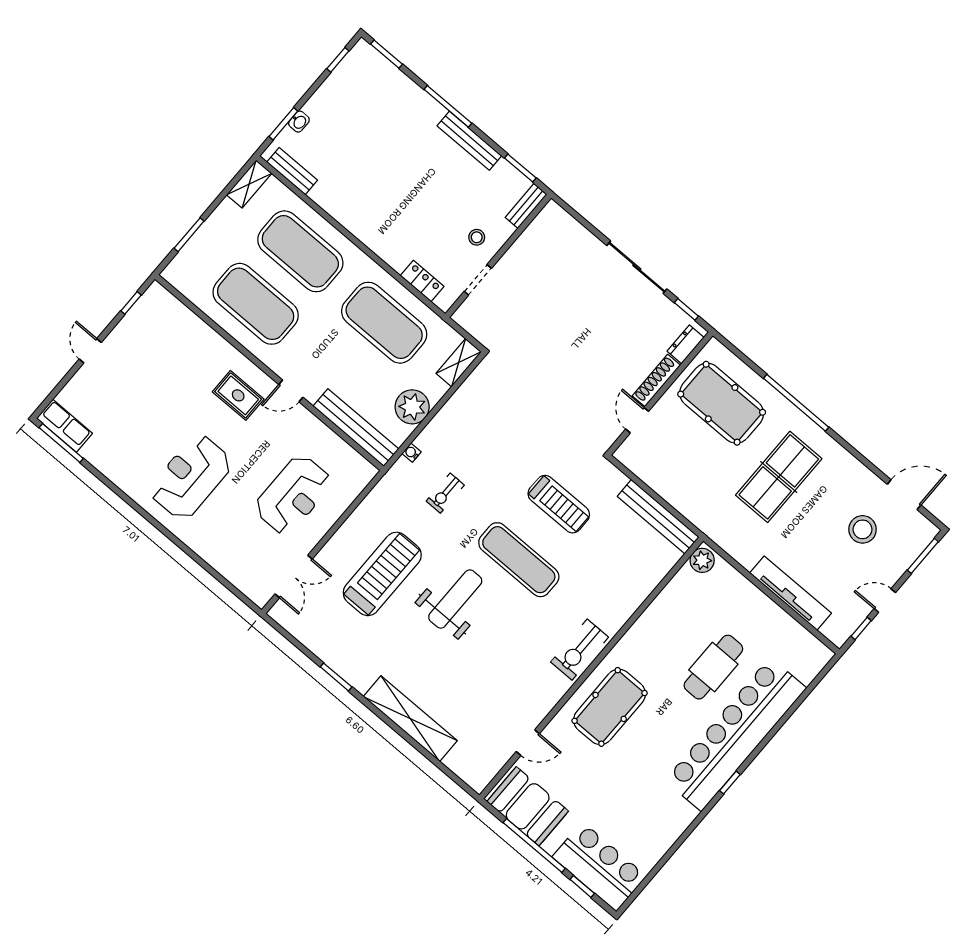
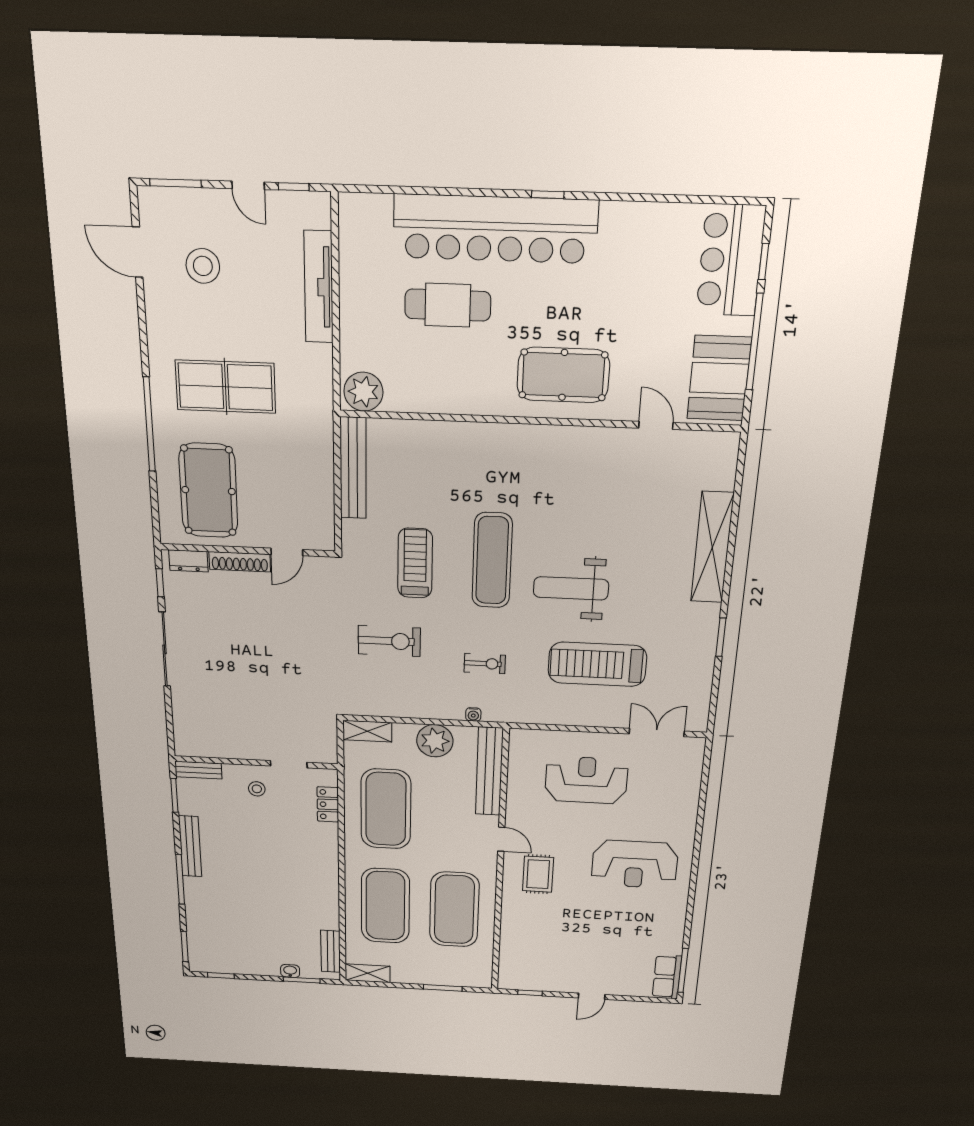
plant: (702, 560) -> (363, 392), width x1.36, depth x1.36
exercise bike: (580, 650) -> (389, 641), moved

